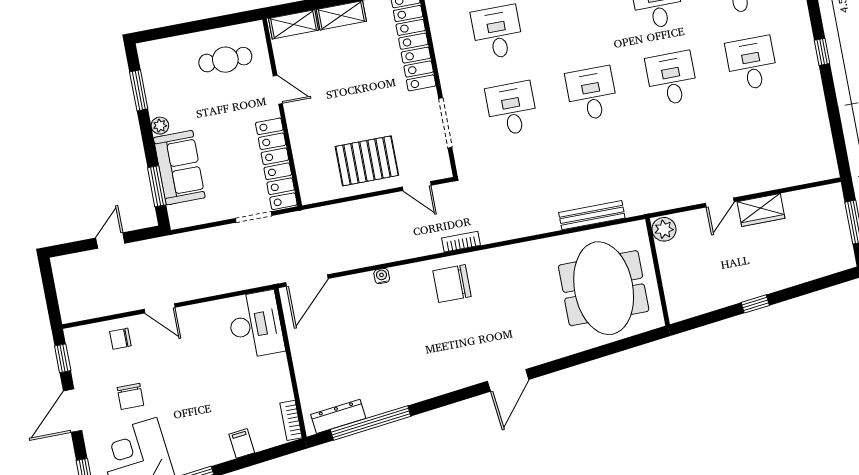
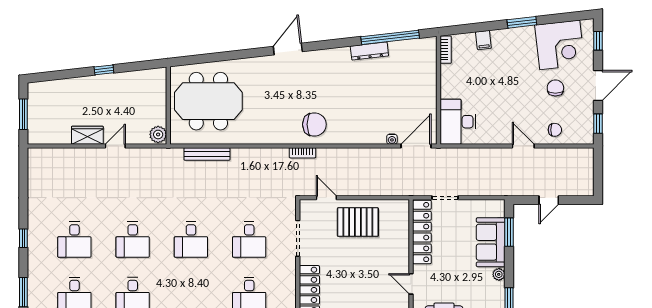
water cooler: (382, 276) -> (392, 139), moved
meeting table: (604, 288) -> (208, 101), turned 90
dresser: (338, 416) -> (369, 51), moved

